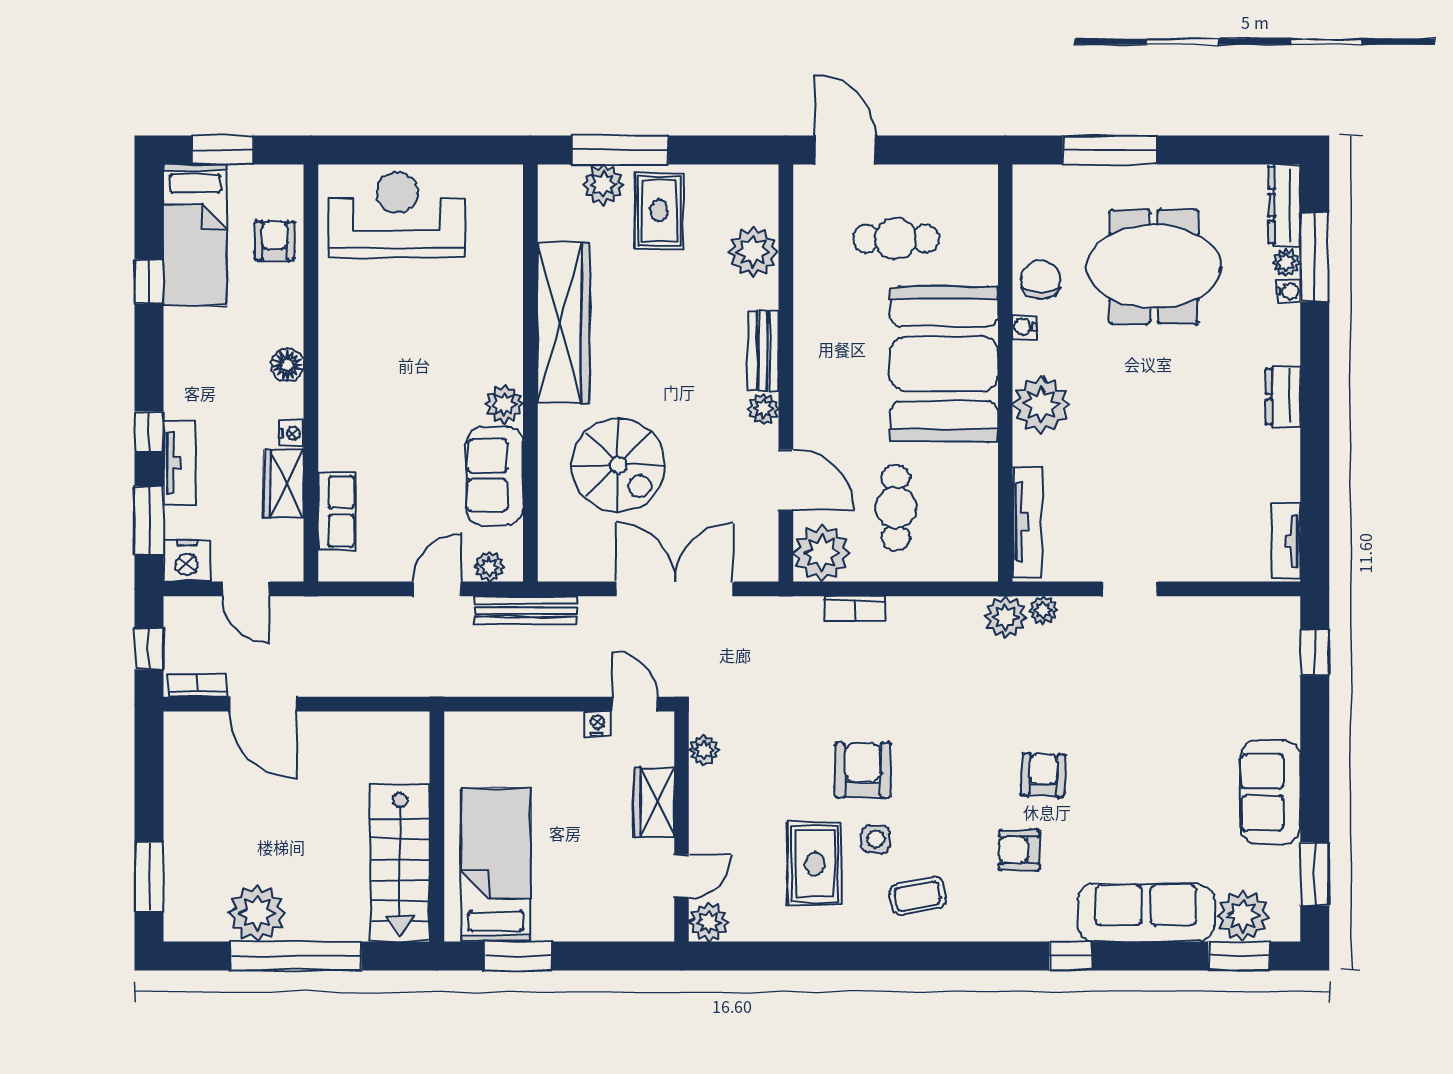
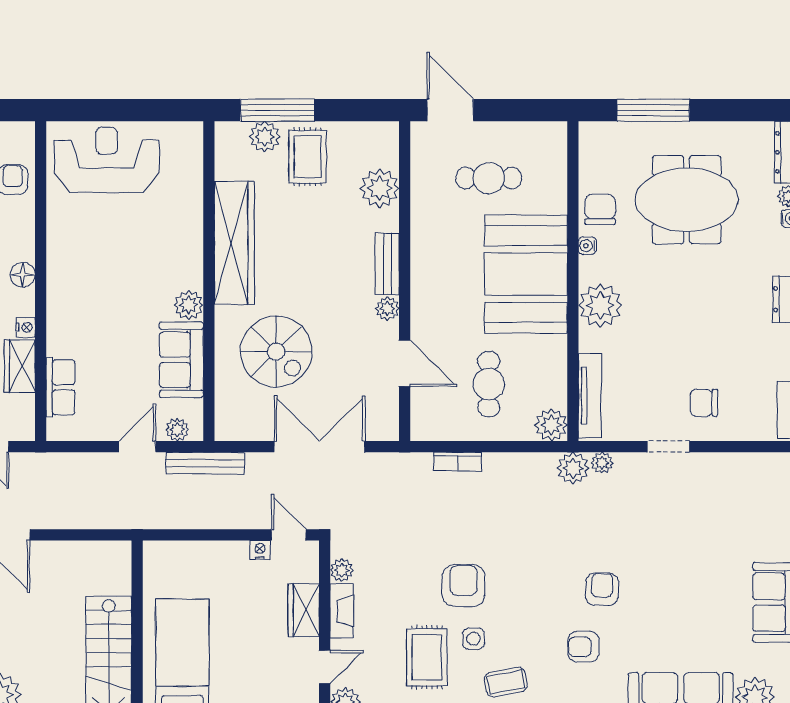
chair: (1176, 532) -> (704, 403), added
plant: (822, 553) -> (551, 425), moved, width x0.73, depth x0.73
fireplace: (704, 803) -> (342, 611), added

